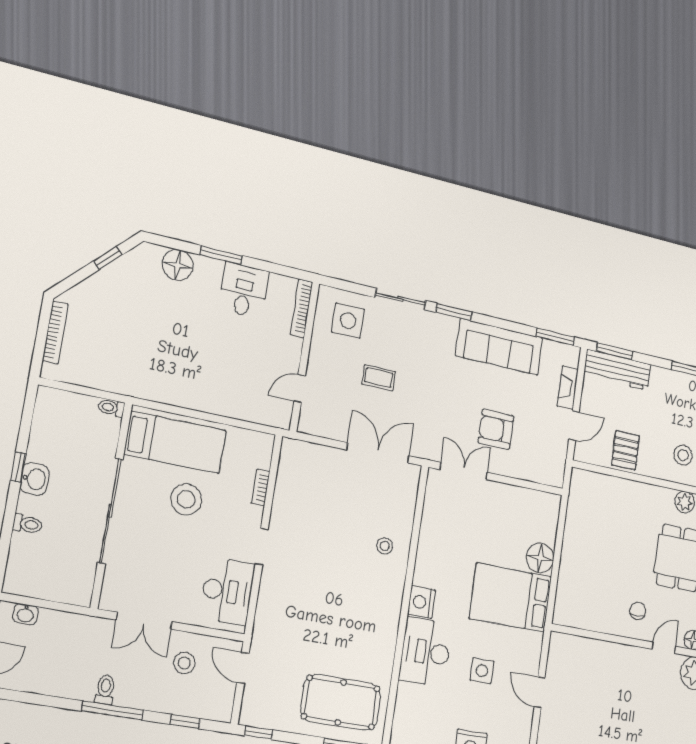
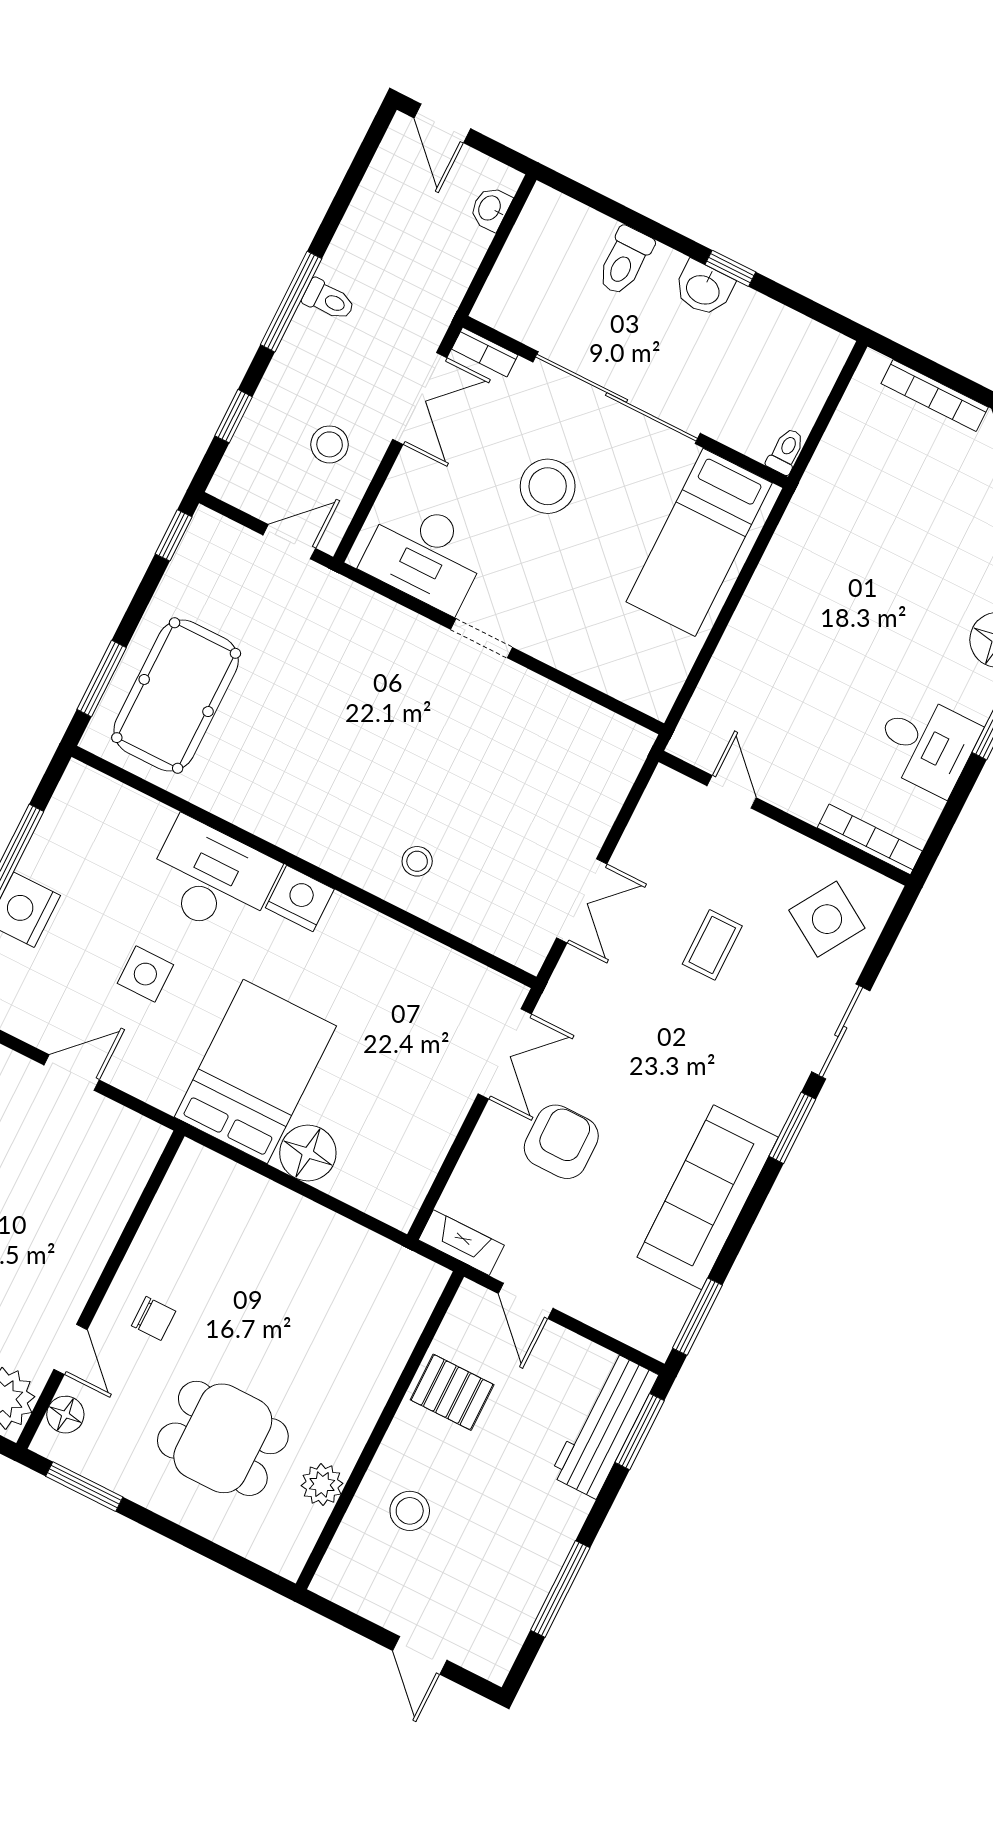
side table: (348, 321) -> (827, 919), turned 32
fireplace: (568, 388) -> (461, 1243), moved
double door: (378, 453) -> (582, 901), width x0.73
bookcase: (261, 488) -> (485, 352), moved, turned 180
stool: (186, 499) -> (548, 486), moved
toilet: (27, 524) -> (625, 261), width x1.37, depth x1.39
double door: (144, 621) -> (420, 398), swing flipped

